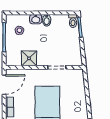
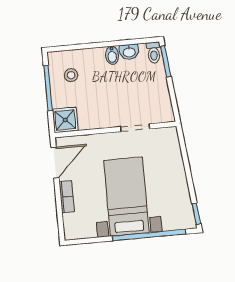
washbasin: (36, 19) -> (129, 52), moved
shower: (29, 58) -> (65, 120), moved

